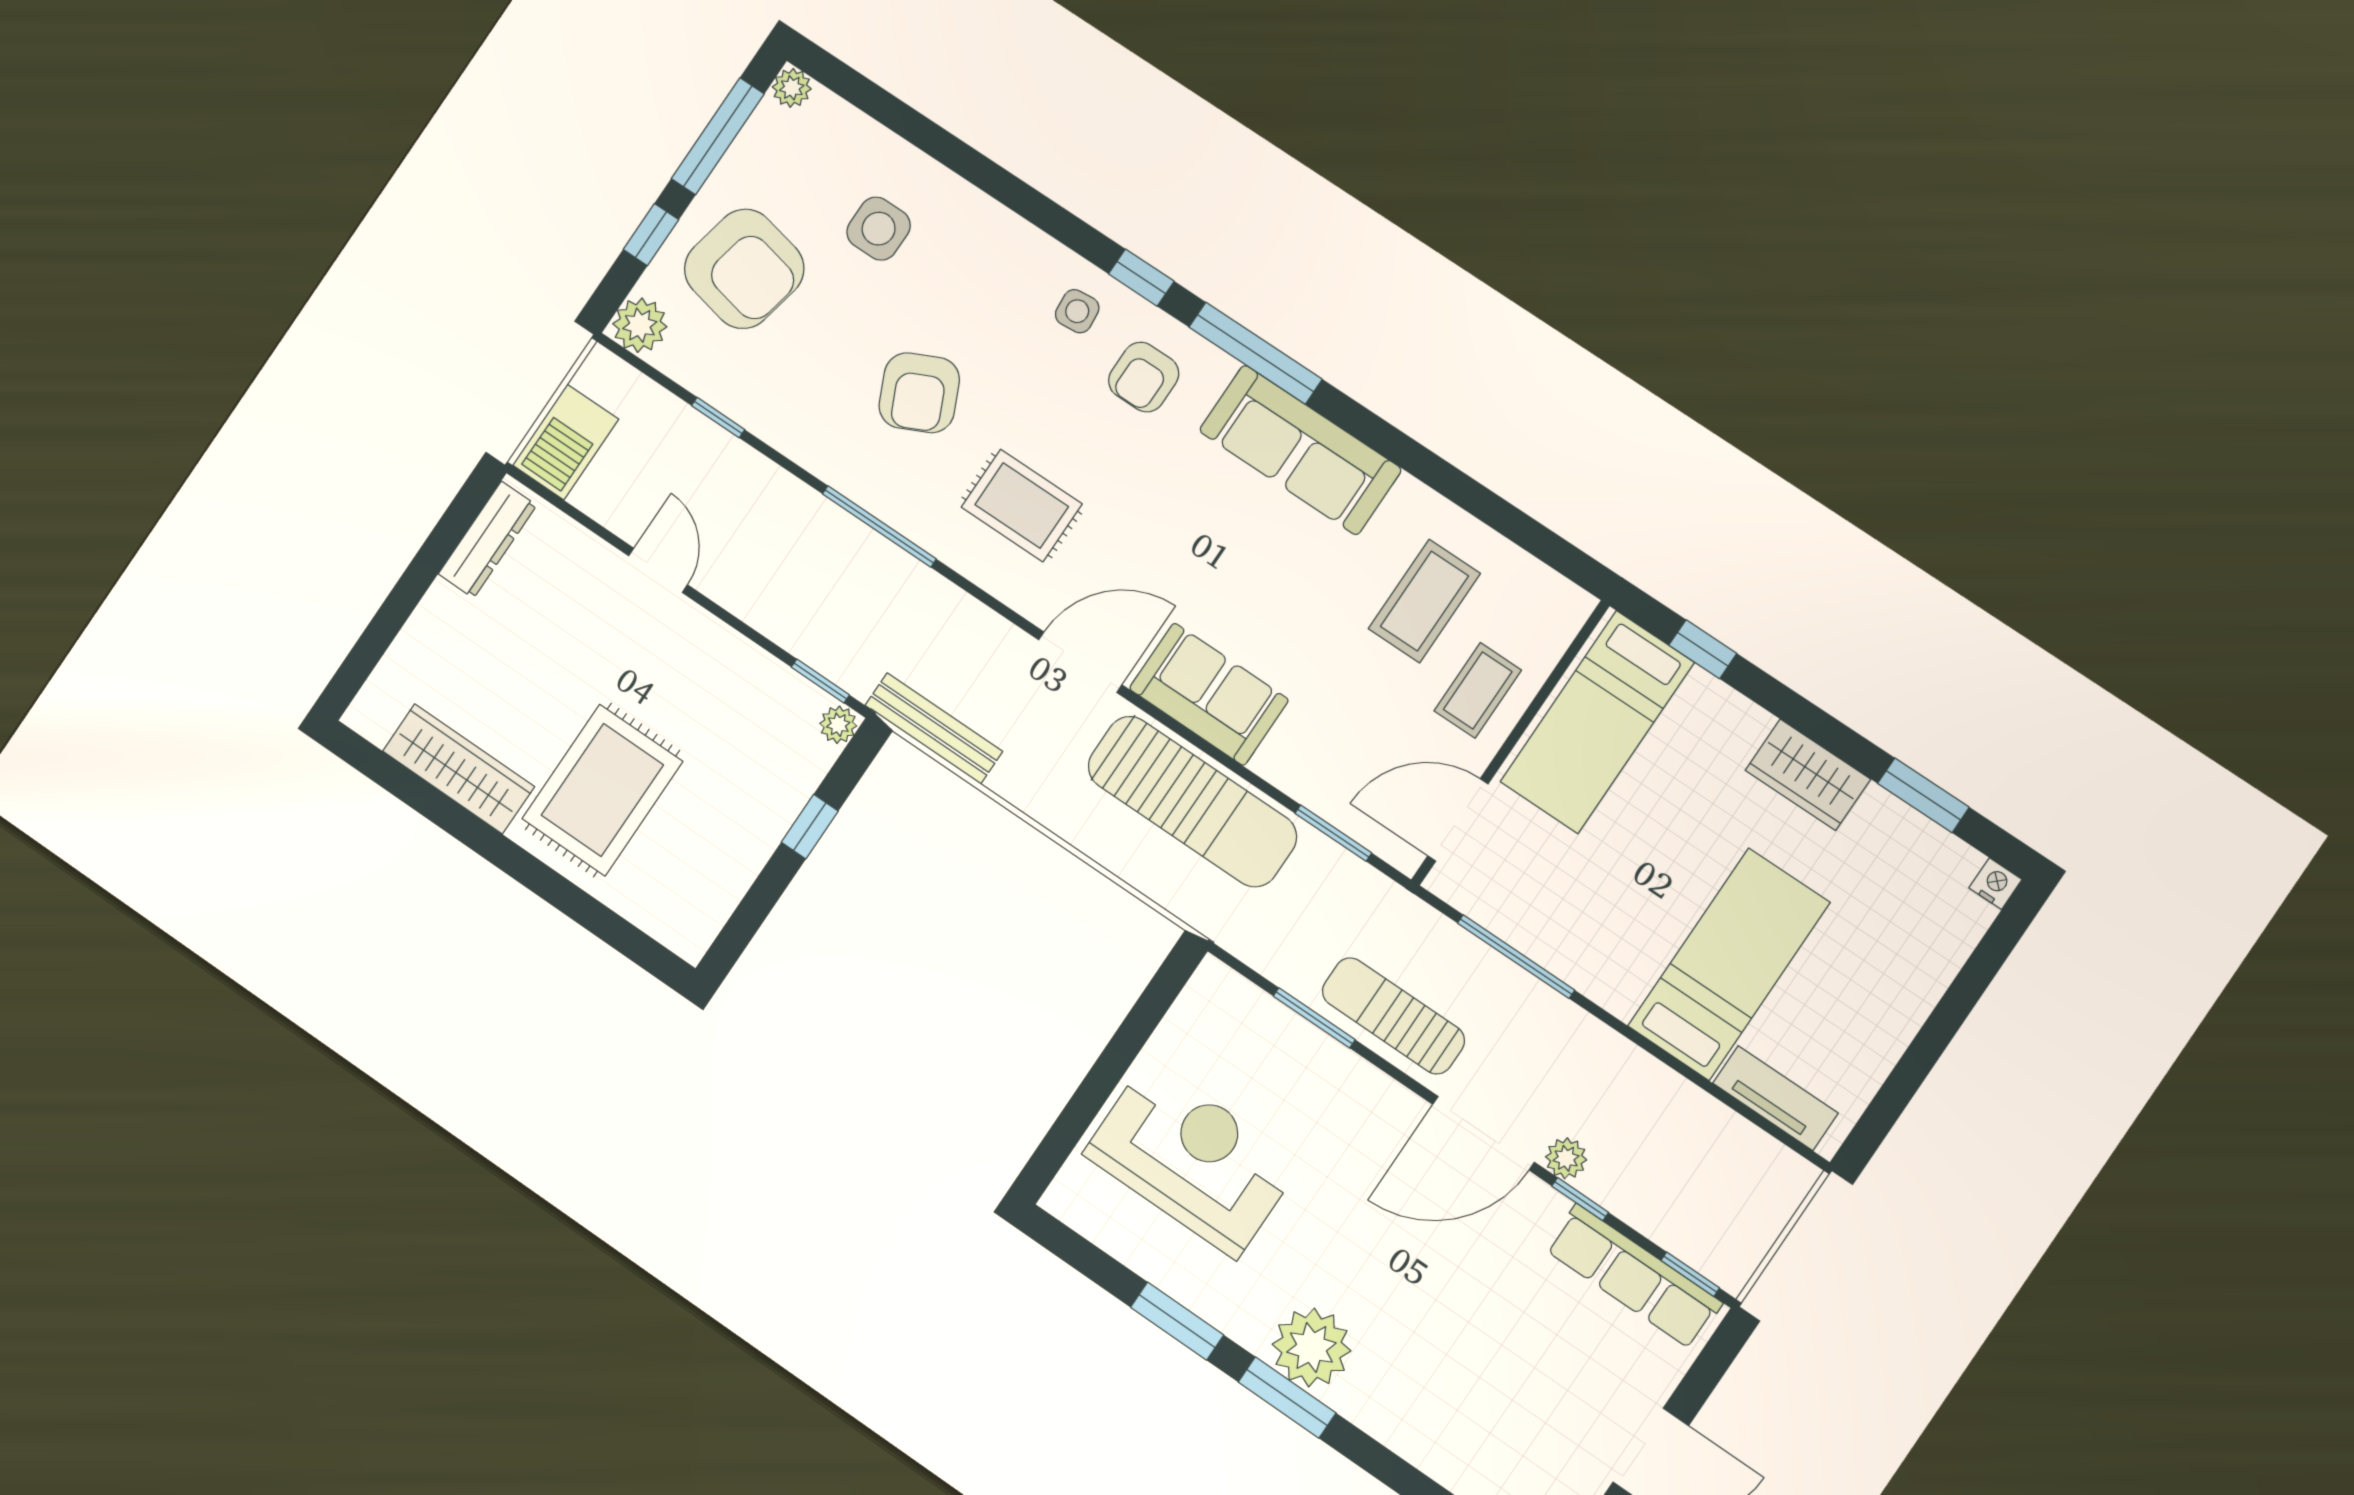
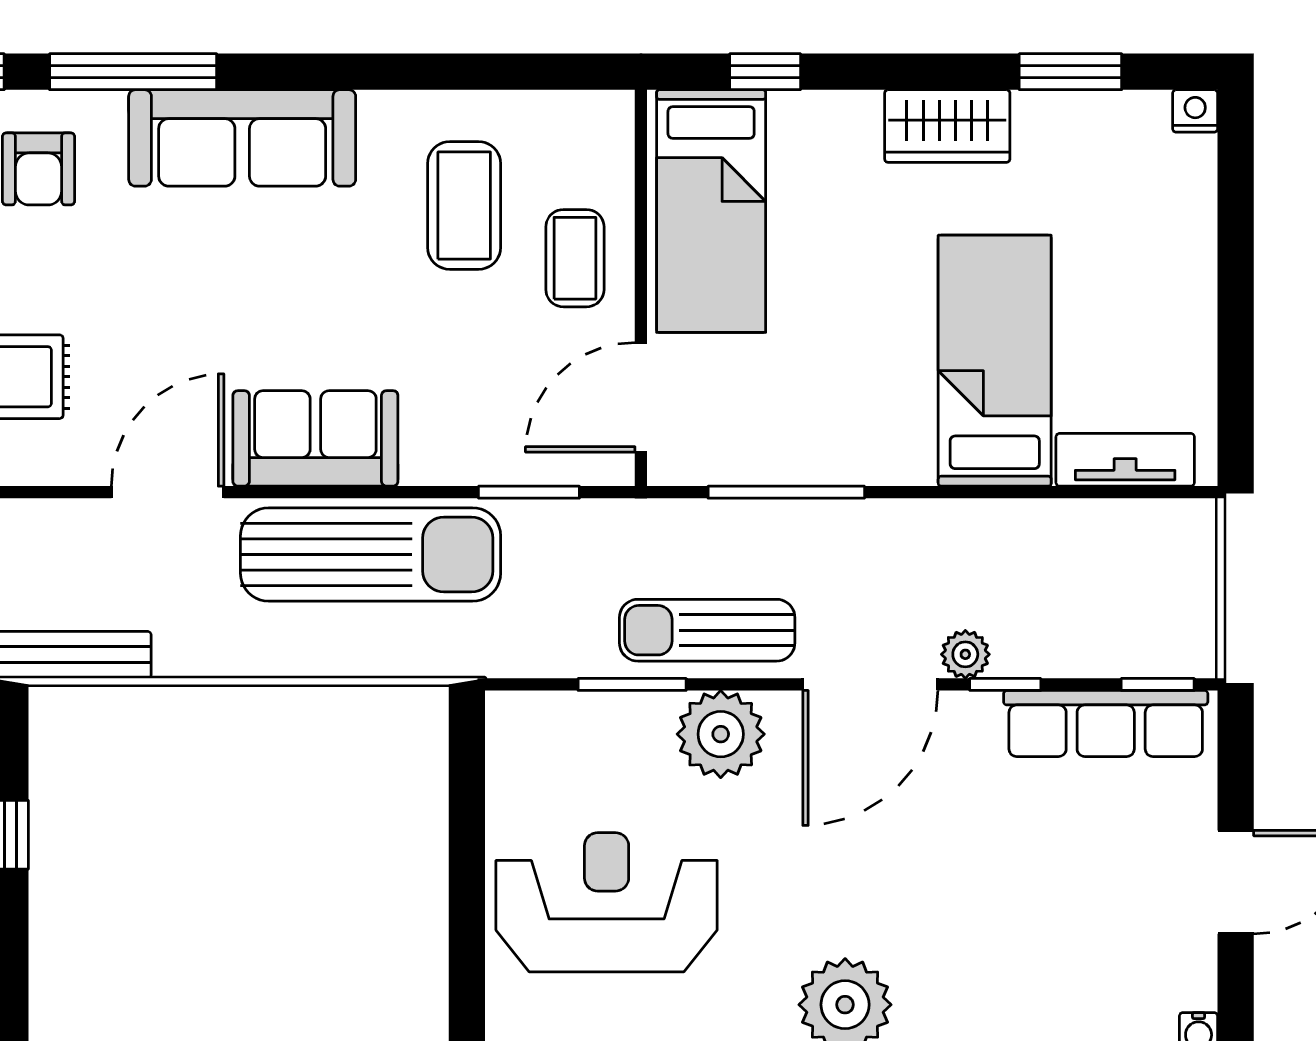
plant: (1353, 1096) -> (721, 734), added

